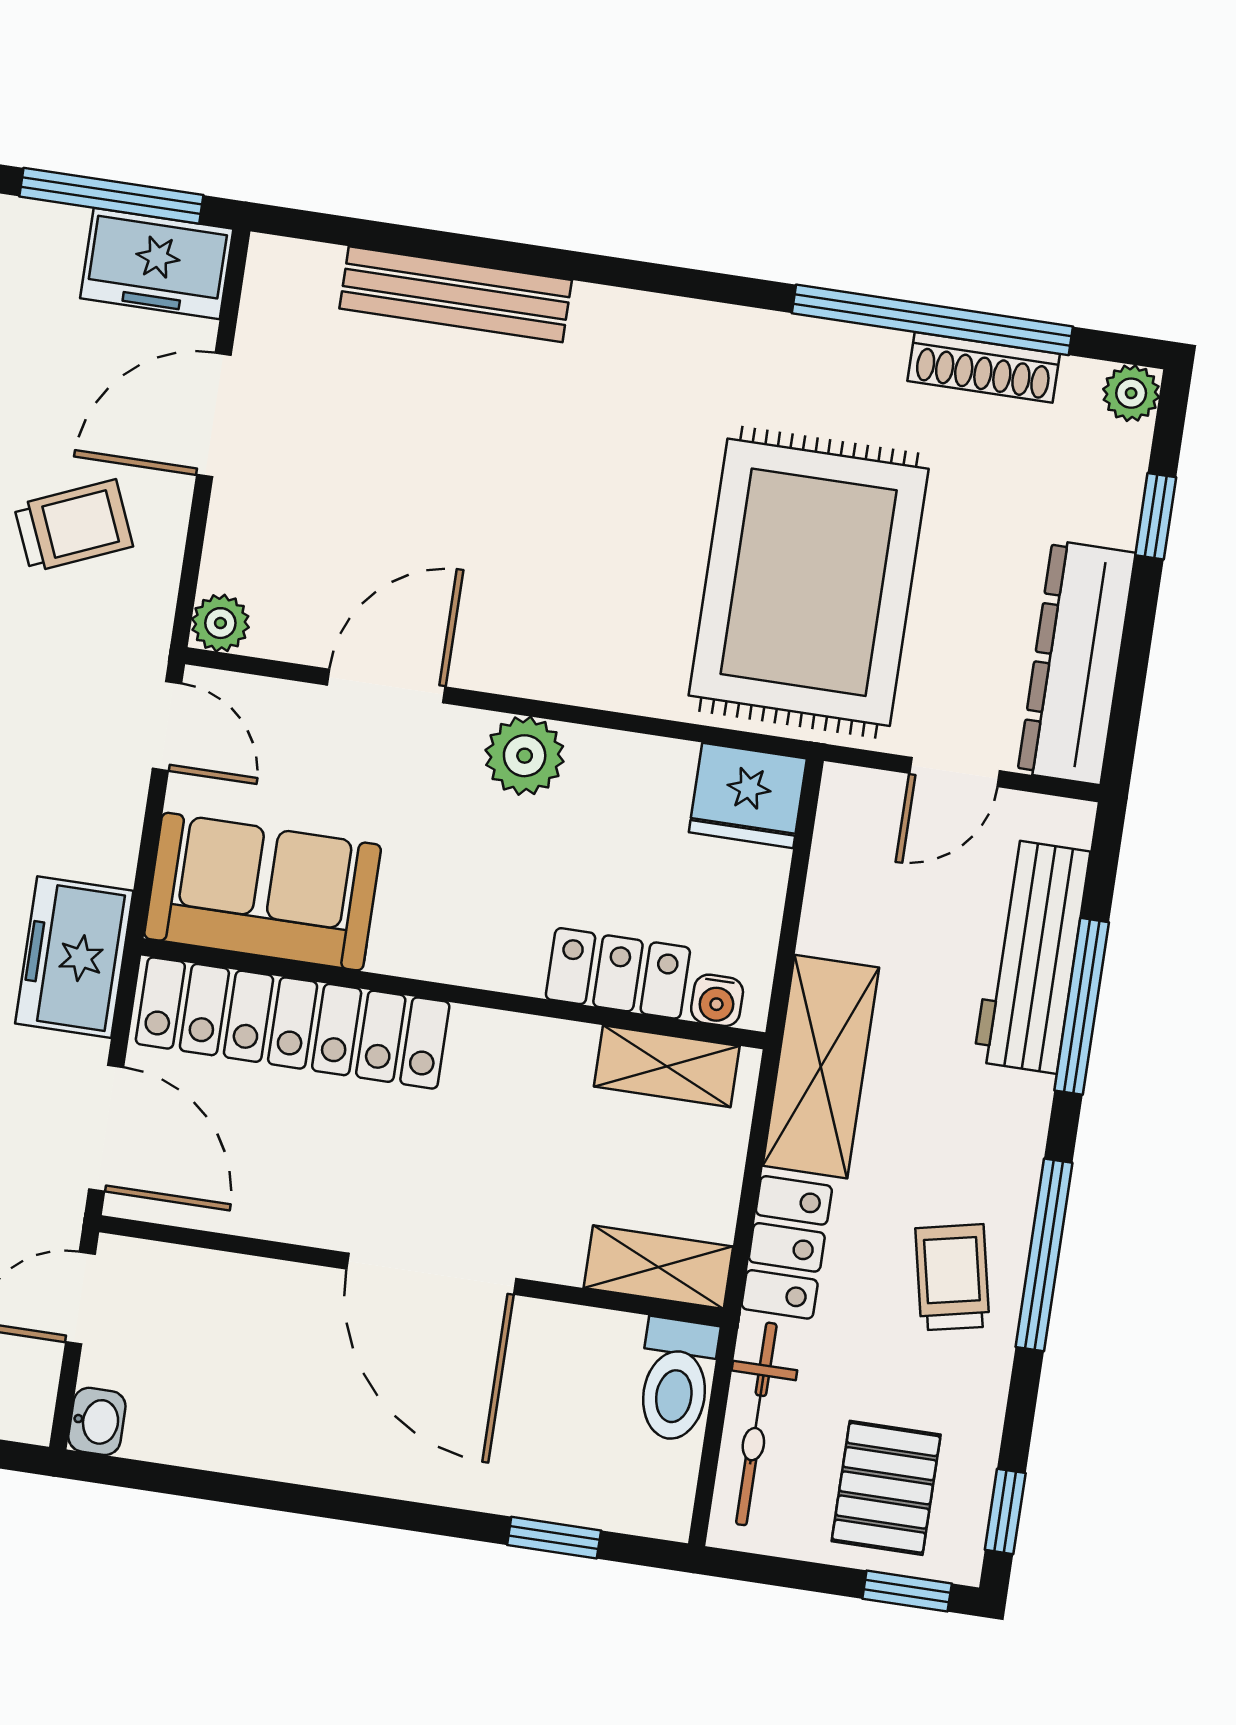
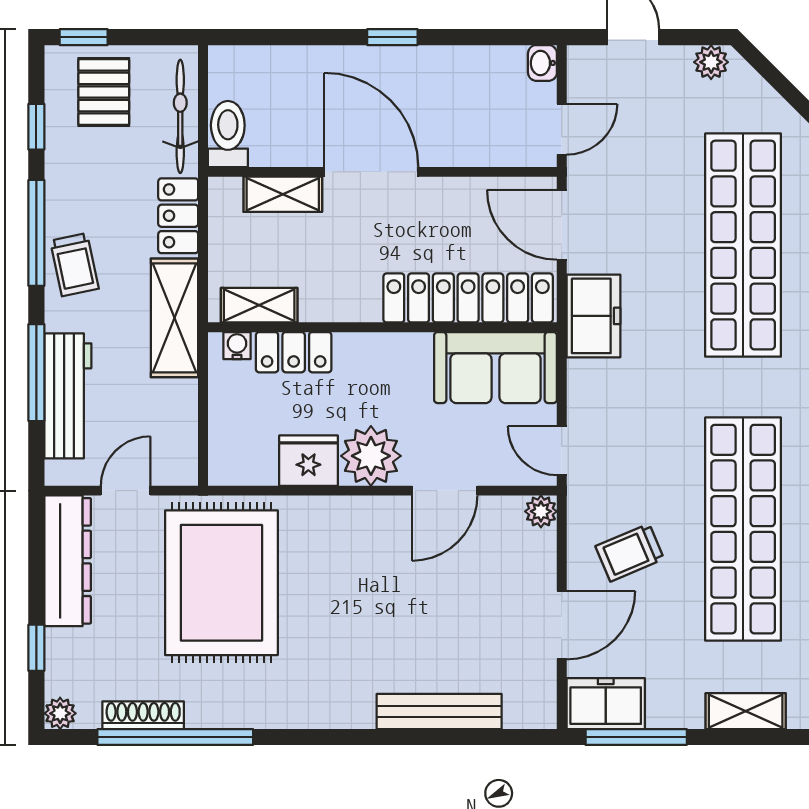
plant: (525, 756) -> (371, 456), width x1.36, depth x1.36
fridge: (748, 795) -> (308, 461), moved
shelving: (658, 1267) -> (283, 194), moved
trolley: (952, 1277) -> (74, 265), moved
window: (1005, 1511) -> (36, 127), moved
window: (554, 1538) -> (392, 37), moved

